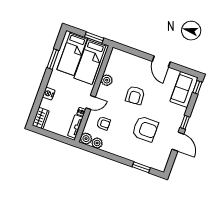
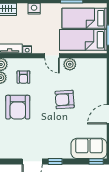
door: (91, 102) -> (52, 56), moved
armchair: (145, 129) -> (18, 107), moved

